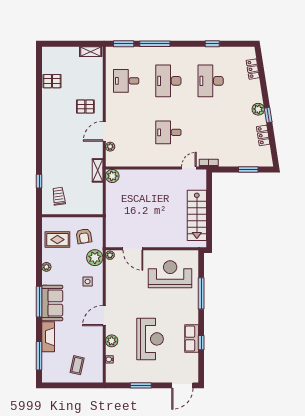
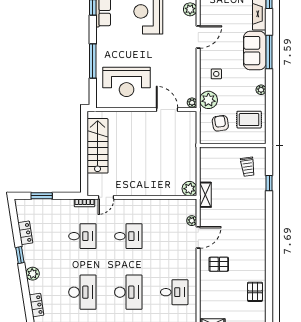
pallet: (52, 81) -> (255, 292), turned 90
plant: (258, 109) -> (33, 274), moved
desk: (211, 132) -> (82, 236), added

